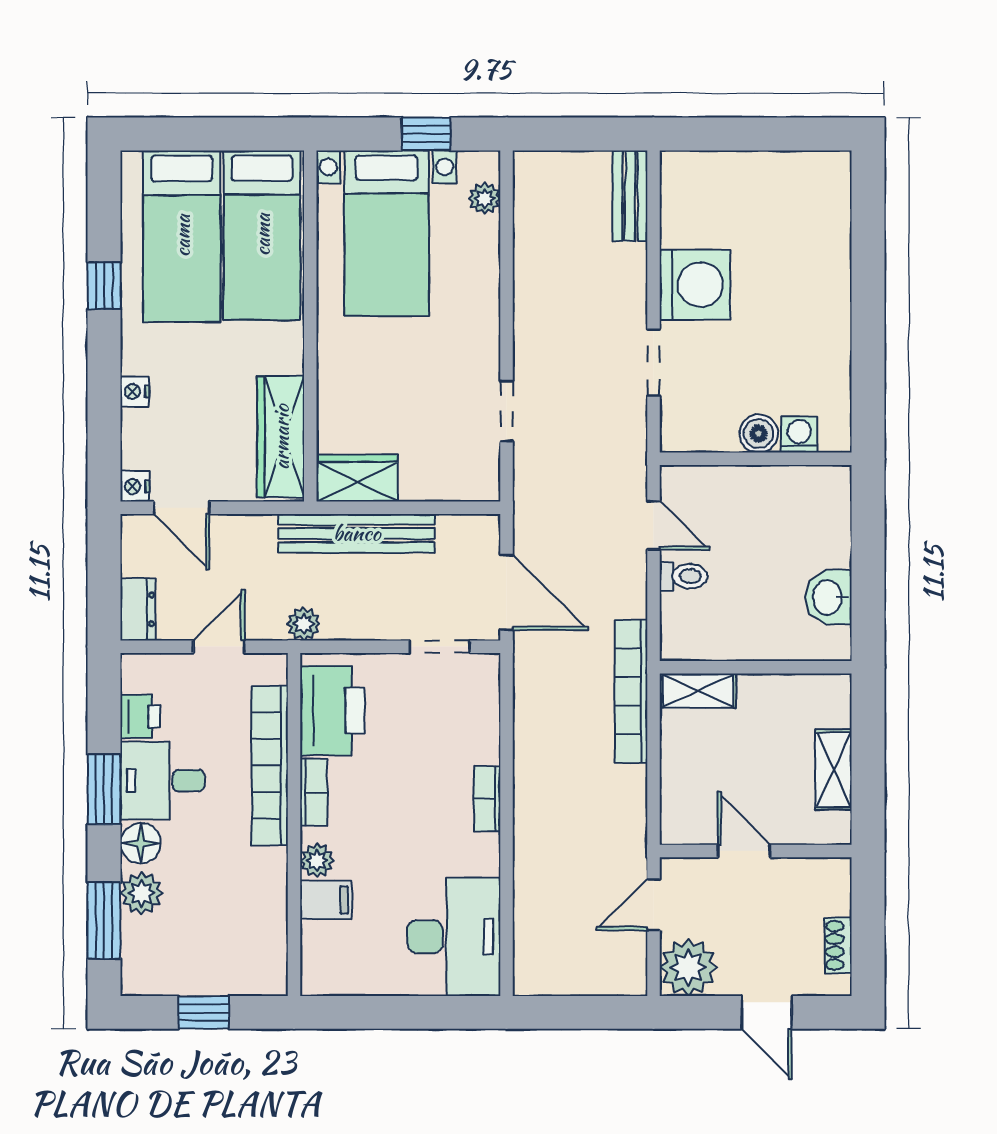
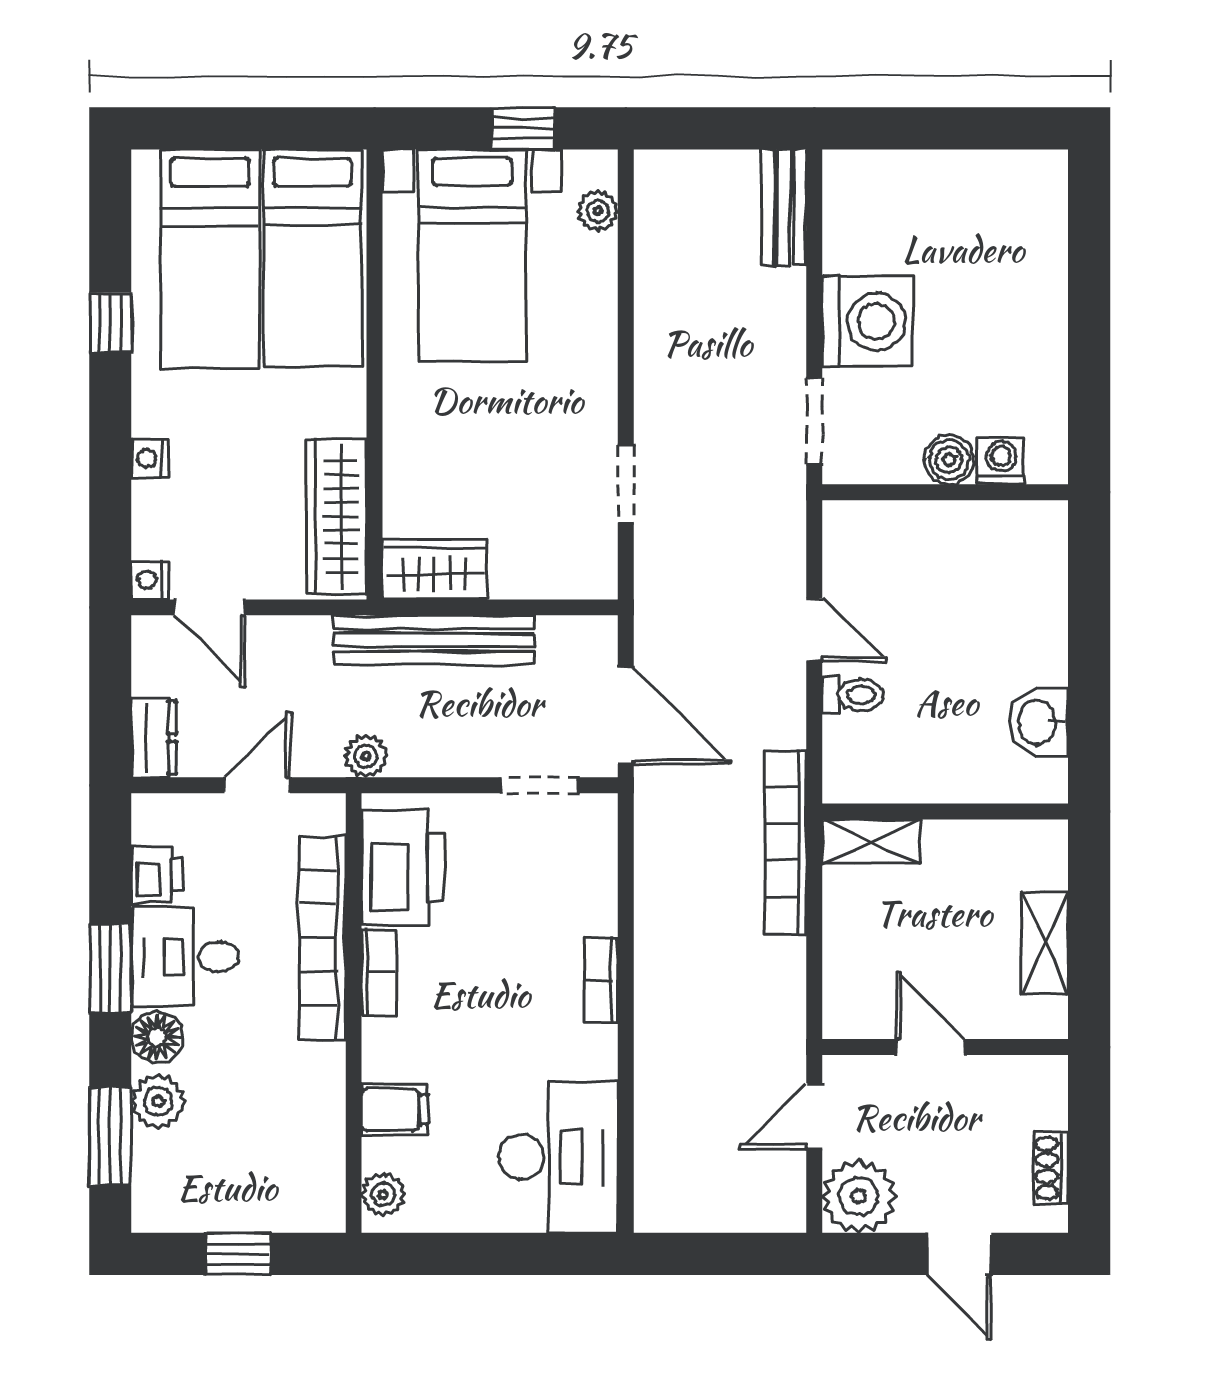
boiler: (759, 433) -> (949, 460), moved
washing machine: (799, 434) -> (1001, 461), moved
wall: (756, 459) -> (945, 492), moved
plant: (317, 860) -> (383, 1194), moved

